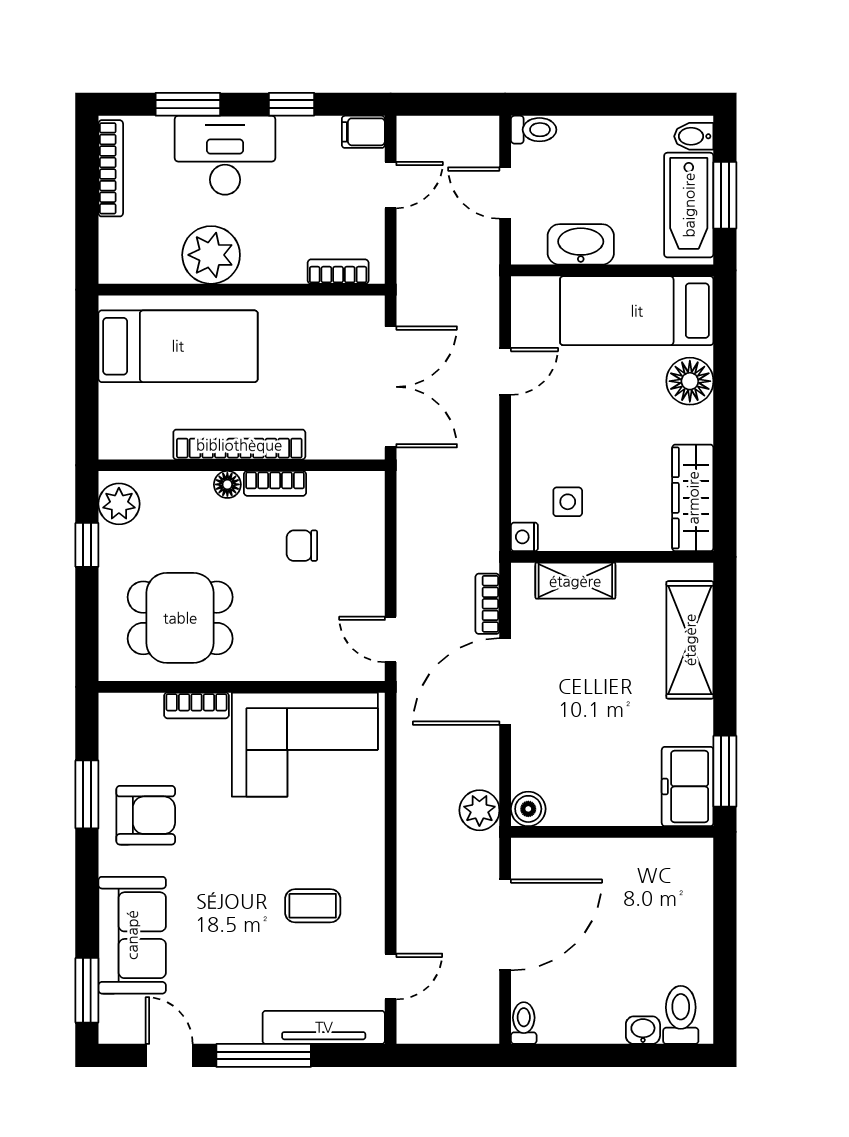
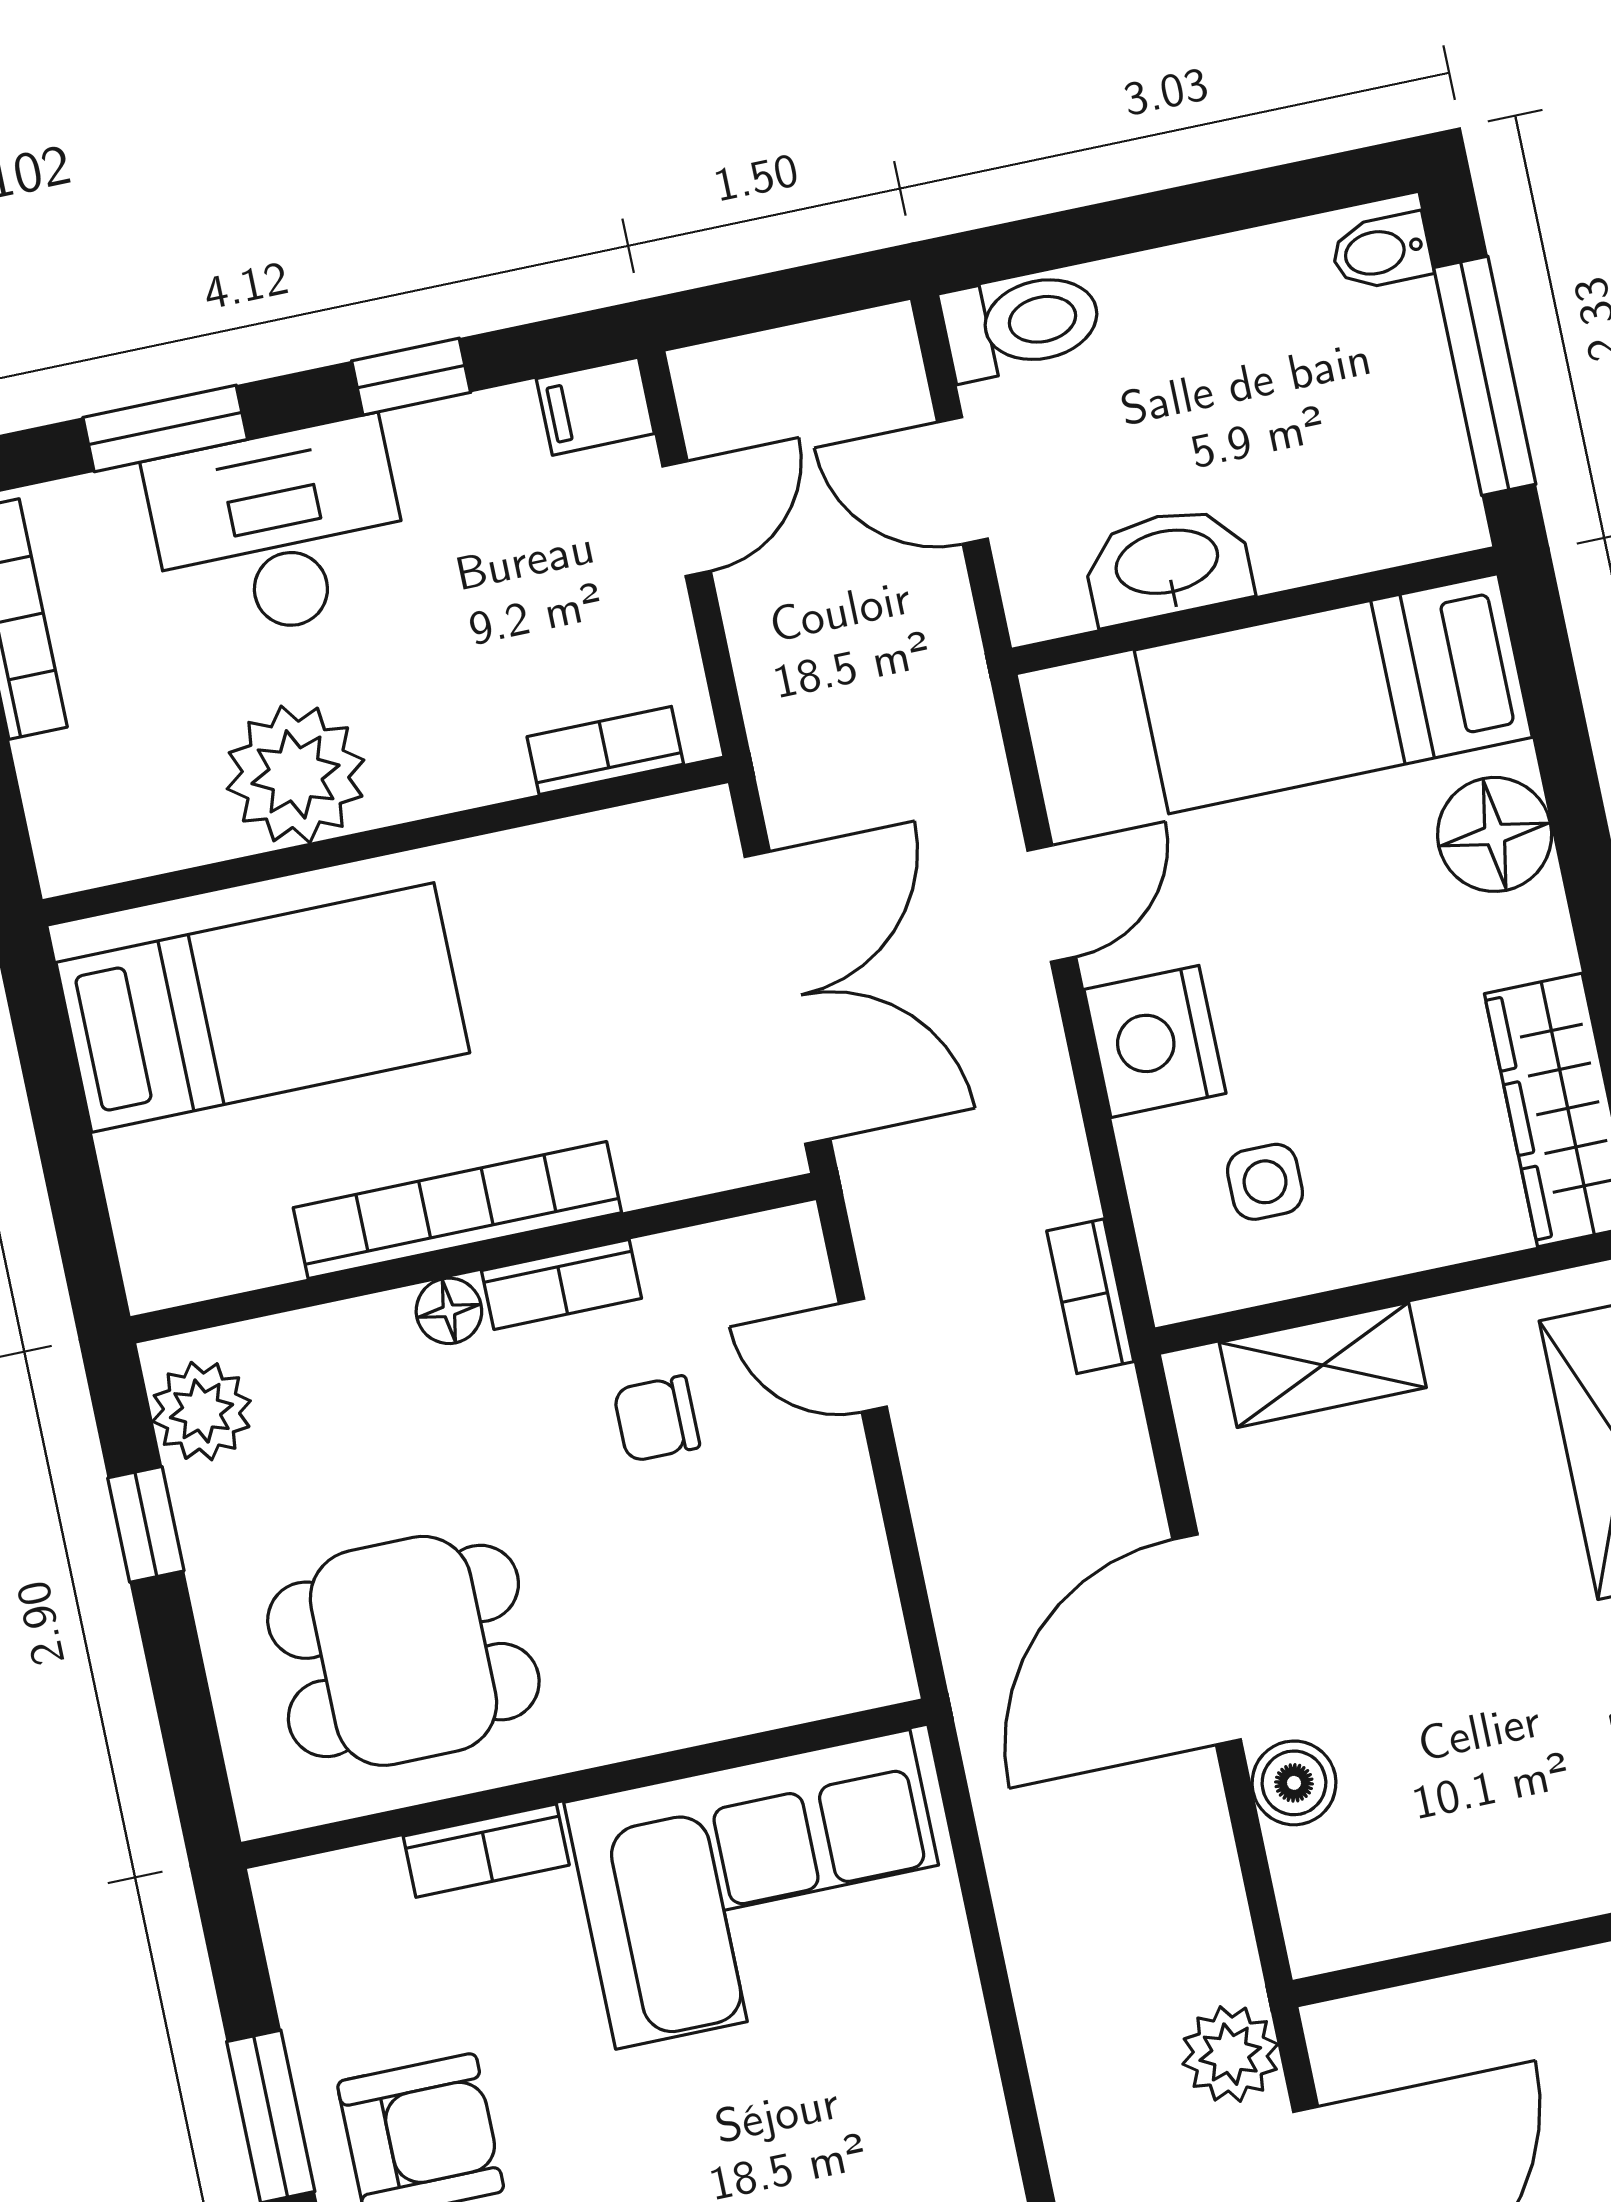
toilet: (534, 130) -> (1022, 324), width x1.37, depth x1.39
window: (725, 195) -> (1485, 376), width x1.44
bathtub: (689, 205) -> (1404, 417), removed
nightstand: (524, 537) -> (1155, 1041), moved, width x1.89, depth x1.79
bookcase: (487, 604) -> (1090, 1296), moved
door: (391, 639) -> (863, 1355), moved
boiler: (528, 809) -> (1294, 1783), moved
plant: (479, 810) -> (1230, 2054), moved

